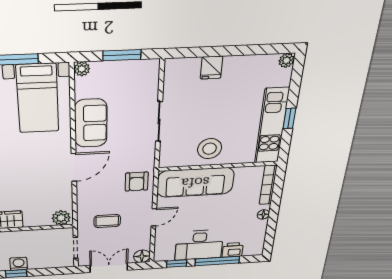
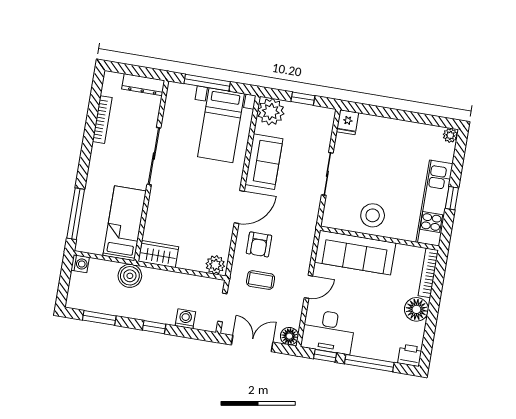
window: (122, 55) -> (303, 99), width x0.67
fridge: (211, 68) -> (347, 122), moved
plant: (82, 69) -> (271, 112), width x1.88, depth x1.88
armchair: (137, 182) -> (259, 244), moved
floor lamp: (263, 214) -> (416, 309), width x1.89, depth x1.89
desk: (199, 245) -> (328, 332), moved
printer: (233, 250) -> (410, 355), moved
washing machine: (19, 264) -> (185, 319), moved

